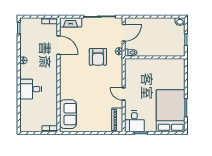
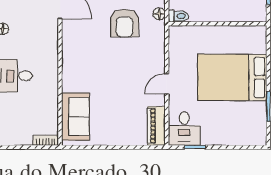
door: (124, 94) -> (167, 84), hinge flipped
bed: (171, 111) -> (232, 77), moved, turned -90

